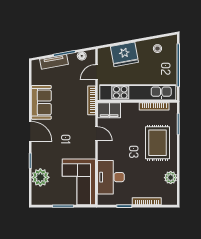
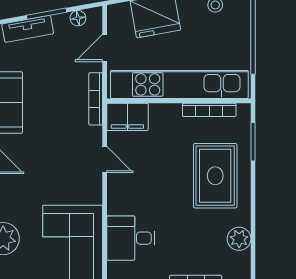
desk: (111, 177) -> (131, 238), width x0.73

